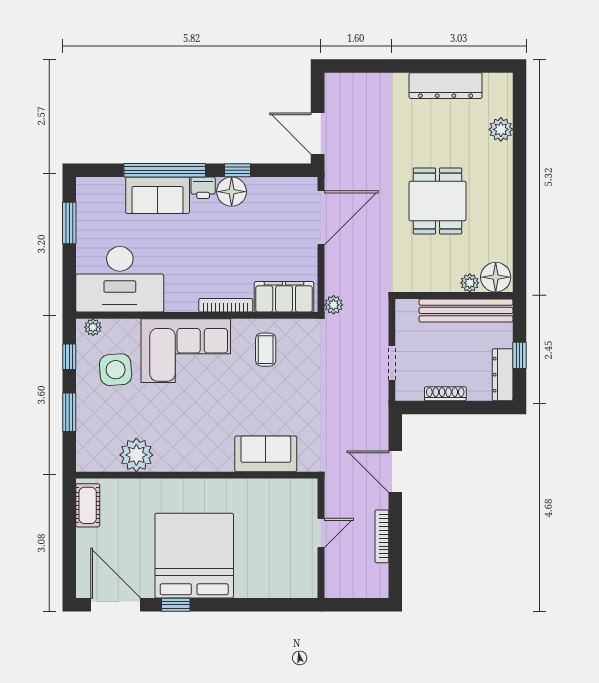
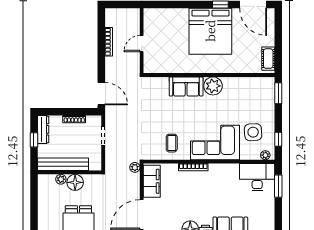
window: (69, 223) -> (278, 186), moved
floor lamp: (496, 277) -> (75, 182), moved
desk: (120, 279) -> (257, 177), width x0.73, depth x0.77
filing cabinet: (284, 297) -> (152, 181), moved, turned -90
window: (69, 412) -> (278, 93), moved
sofa: (266, 454) -> (186, 86), moved
plant: (136, 455) -> (213, 86), moved
door: (395, 472) -> (101, 94), moved

